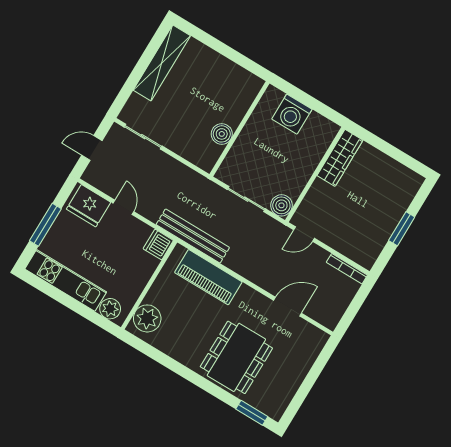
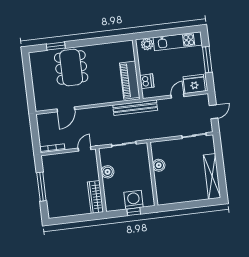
window: (304, 98) -> (134, 212), added
boiler: (281, 205) -> (108, 172), moved
door: (123, 207) -> (177, 96), swing flipped
window: (402, 229) -> (41, 187), width x1.44
dishwasher: (158, 245) -> (147, 81), moved
piano: (208, 277) -> (130, 80), moved, turned -90
plant: (147, 318) -> (126, 53), removed
window: (252, 413) -> (56, 46), moved

